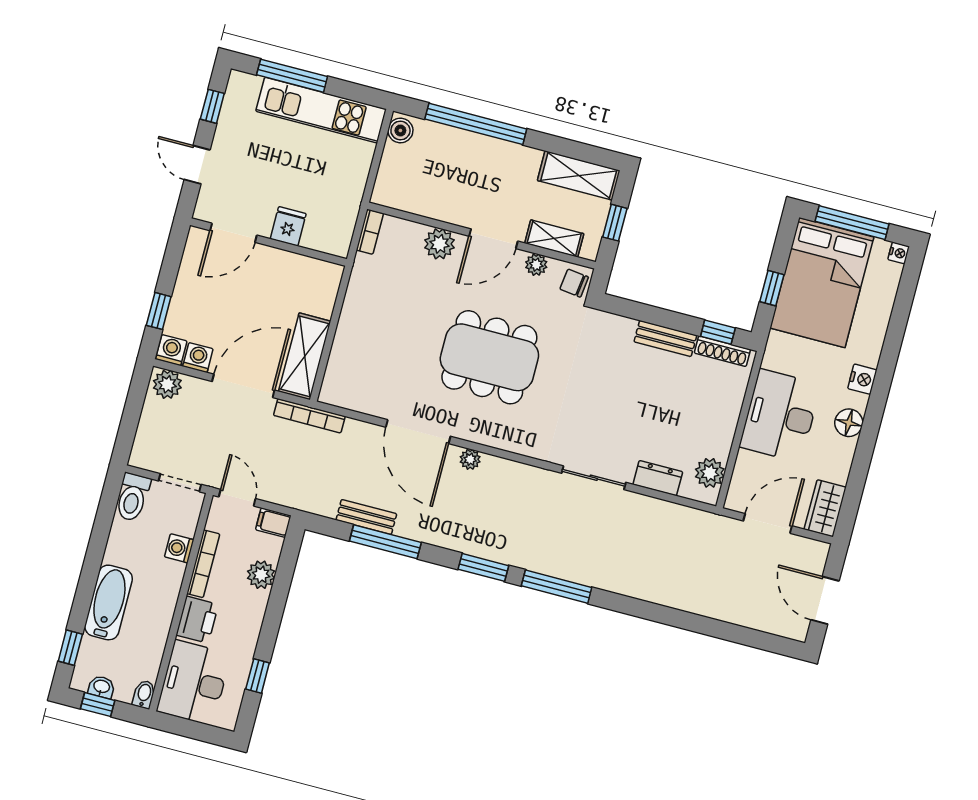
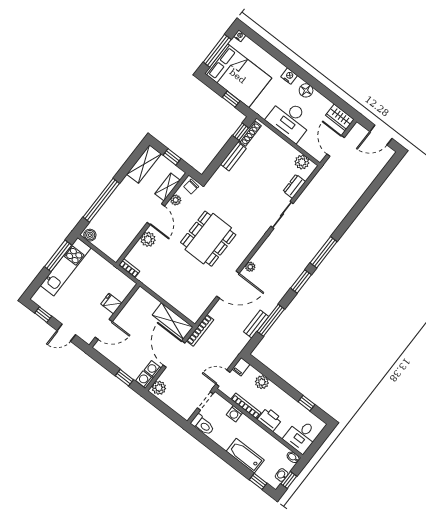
window: (292, 76) -> (58, 256), moved
door: (233, 233) -> (104, 329), hinge flipped
desk: (194, 683) -> (301, 436), width x0.73

